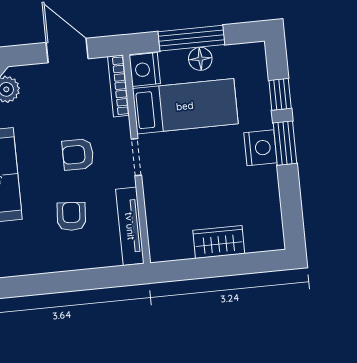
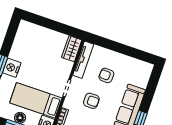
armchair: (71, 216) -> (106, 75), turned 89
wardrobe: (219, 242) -> (72, 49), moved, turned 90

